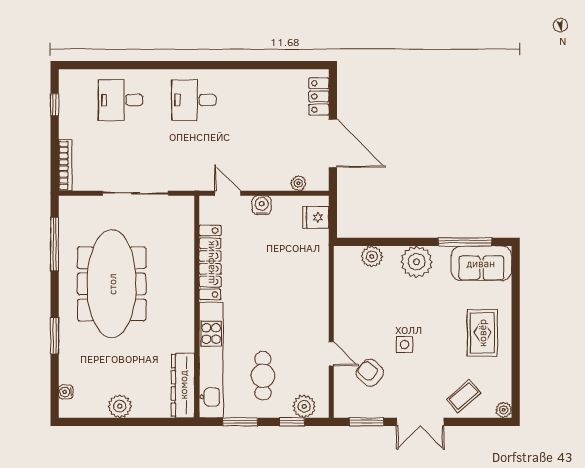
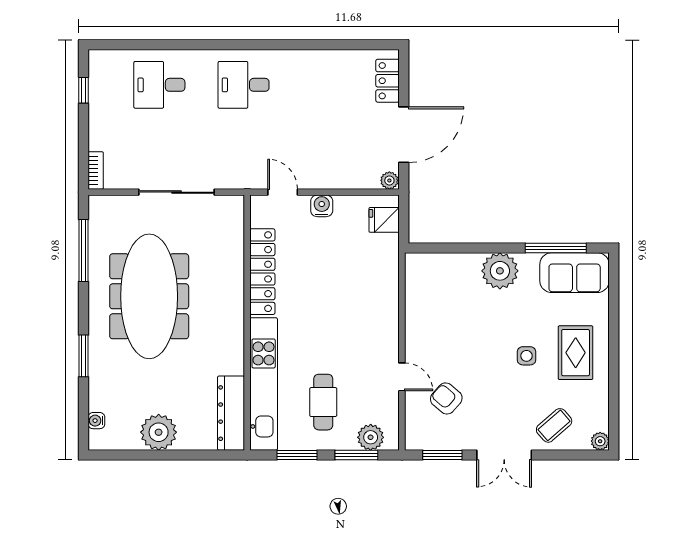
door: (333, 143) -> (404, 135), hinge flipped
bookcase: (65, 165) -> (96, 170), width x0.64
plant: (298, 183) -> (389, 180), moved
plant: (372, 256) -> (449, 265), removed
side table: (405, 345) -> (526, 356), moved
plant: (120, 406) -> (159, 432), width x1.36, depth x1.36
window: (292, 422) -> (356, 455), width x1.50

